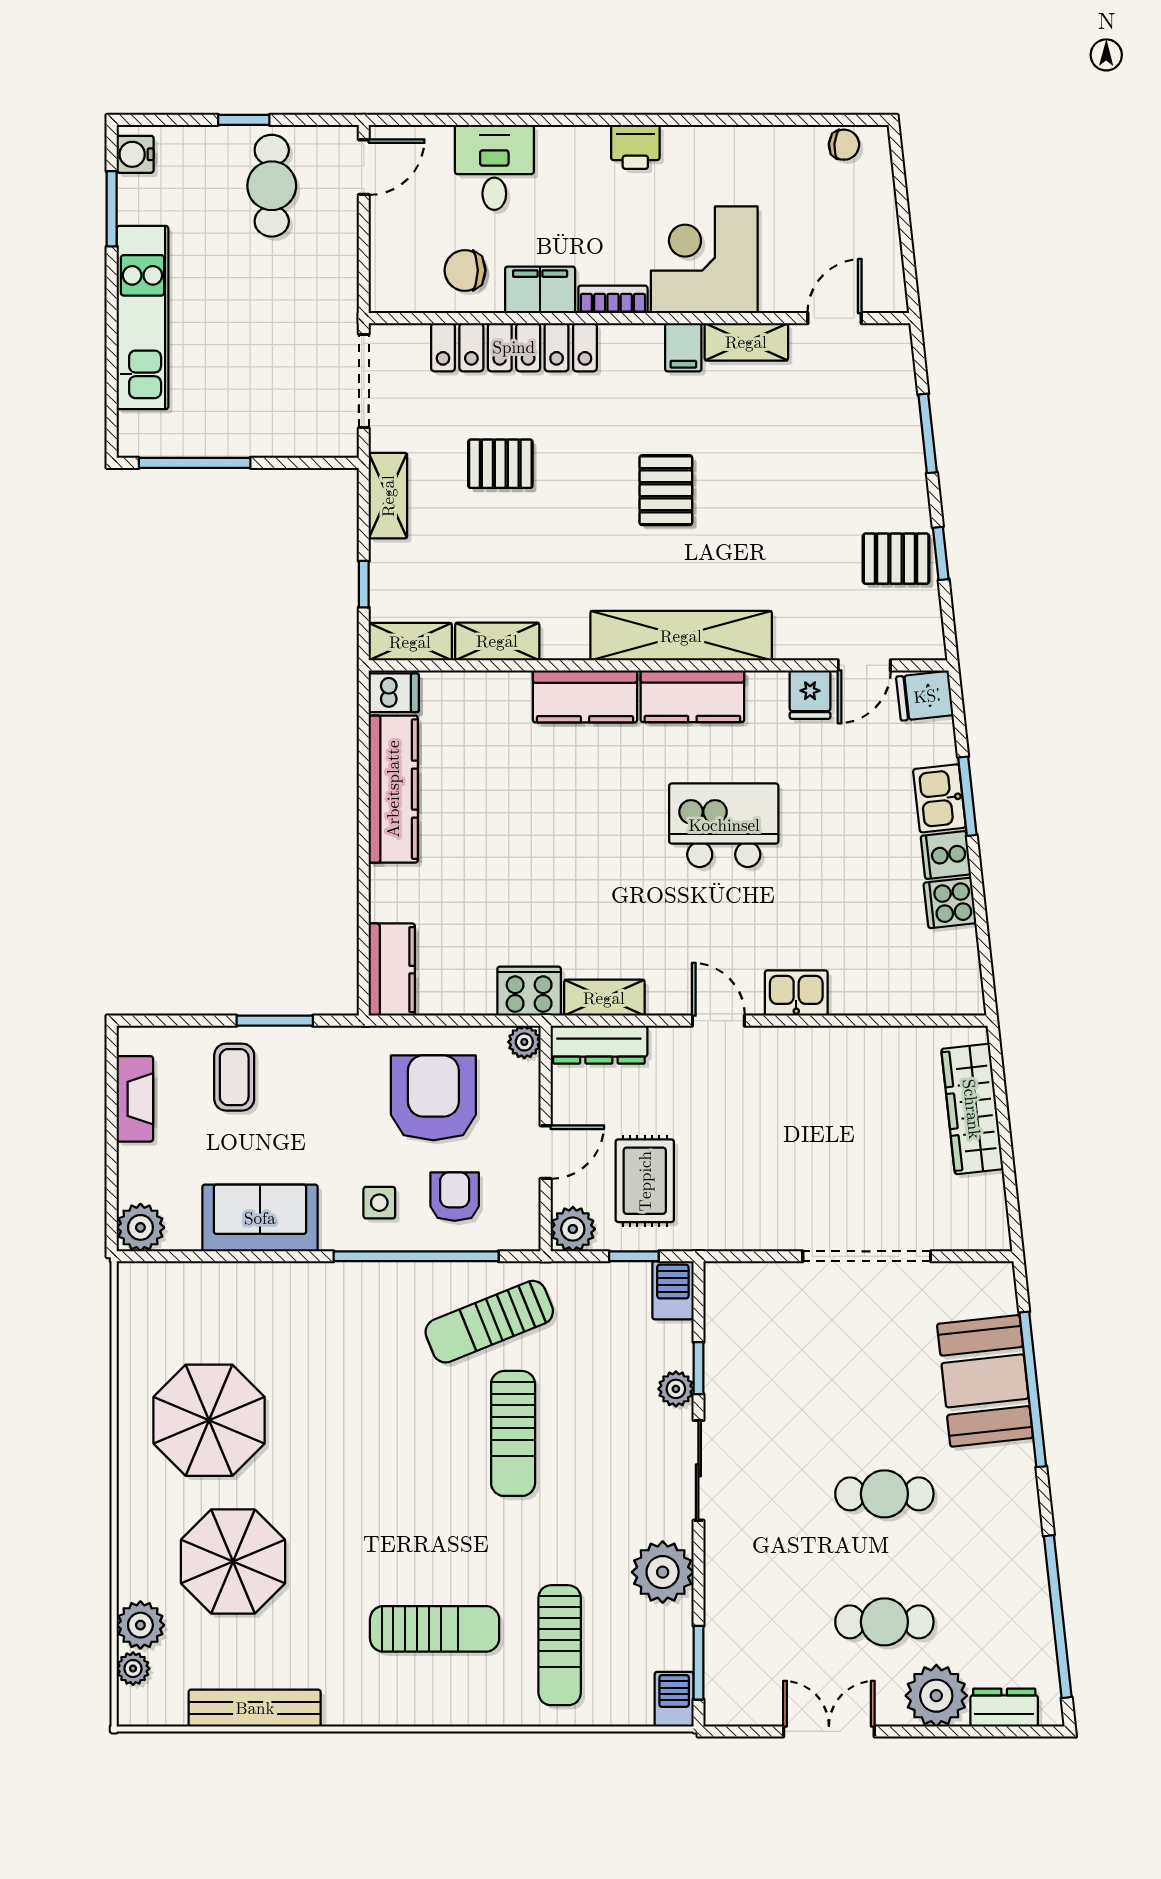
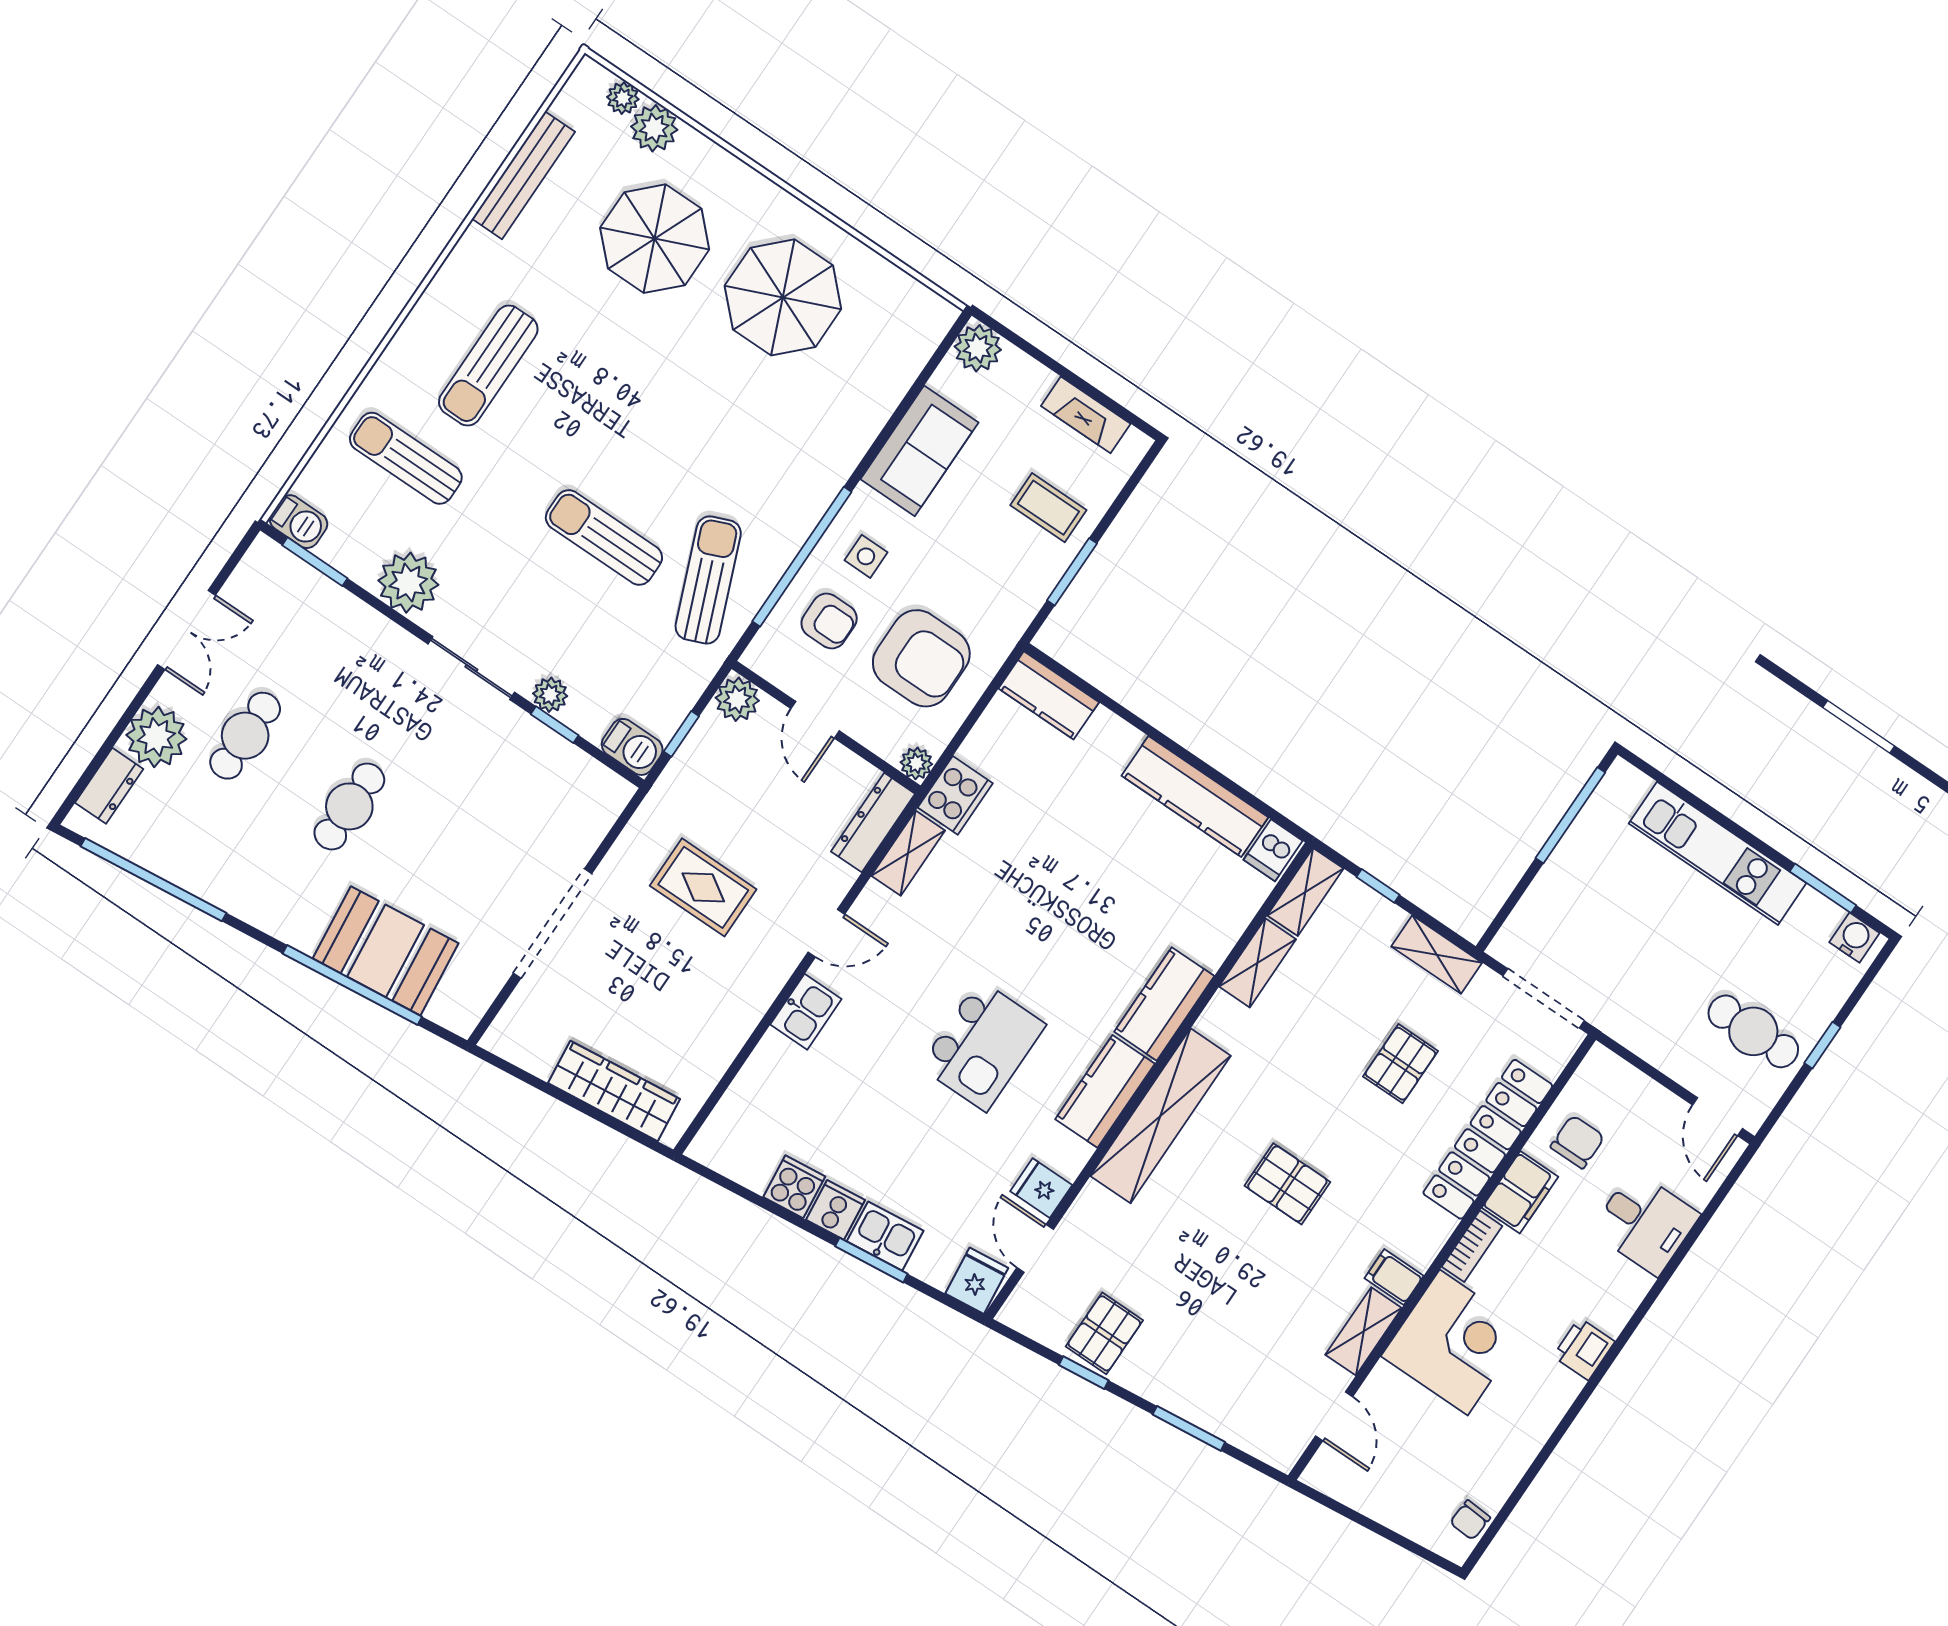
rug: (645, 1181) -> (703, 887), moved

